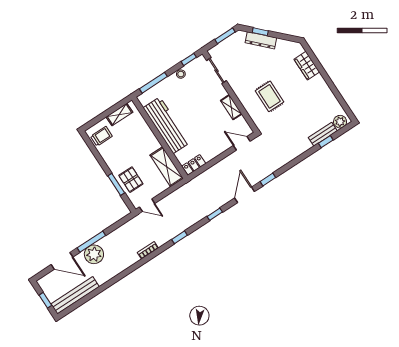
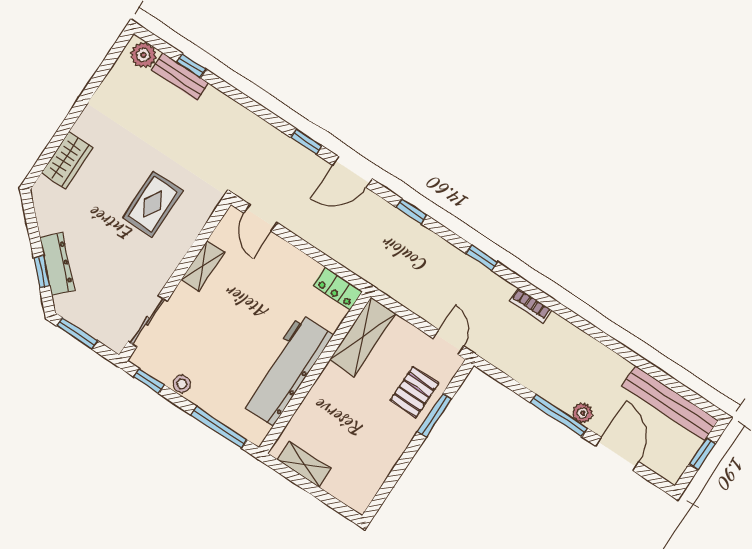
trolley: (101, 136) -> (358, 480), removed
plant: (94, 254) -> (583, 413), width x0.53, depth x0.53

